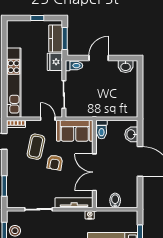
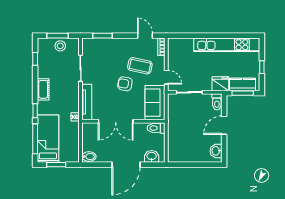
door: (99, 58) -> (224, 125), swing flipped
kitchen unit: (14, 83) -> (227, 45), moved
door: (48, 119) -> (166, 77), hinge flipped
double door: (94, 172) -> (116, 121), swing flipped
bidet: (115, 200) -> (89, 156), moved

